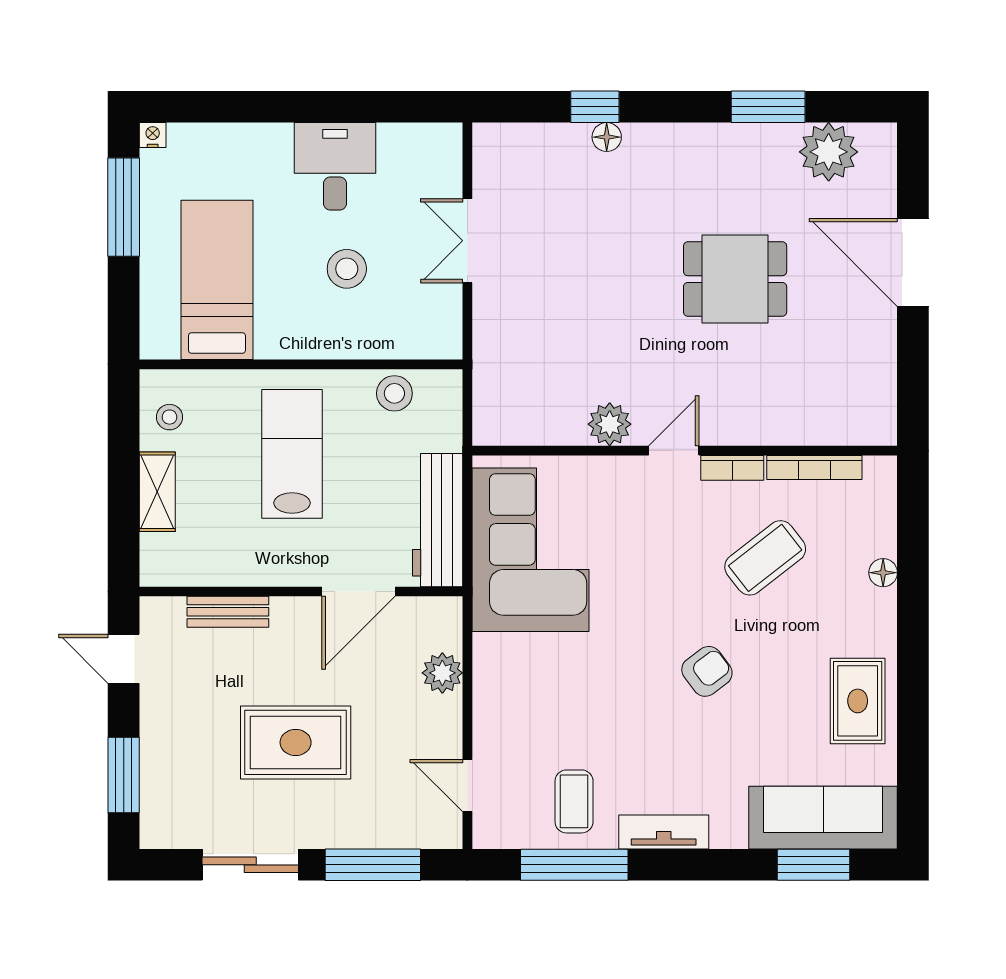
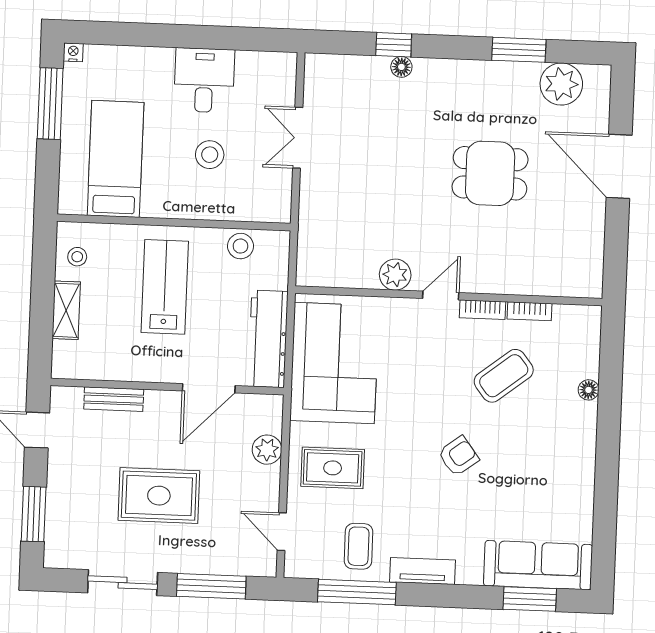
bookcase: (814, 467) -> (530, 311), width x0.64
rug: (858, 701) -> (333, 468), moved, turned 90

